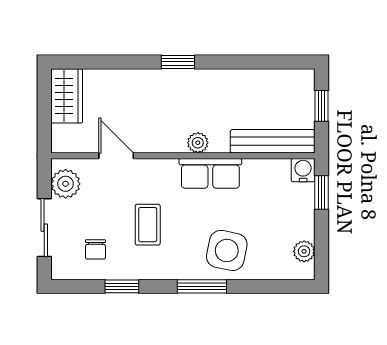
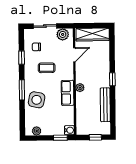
wardrobe: (67, 96) -> (93, 35), width x1.50
bench: (273, 141) -> (105, 105), moved

